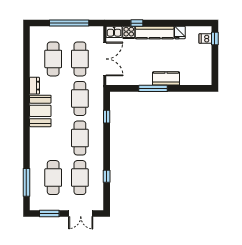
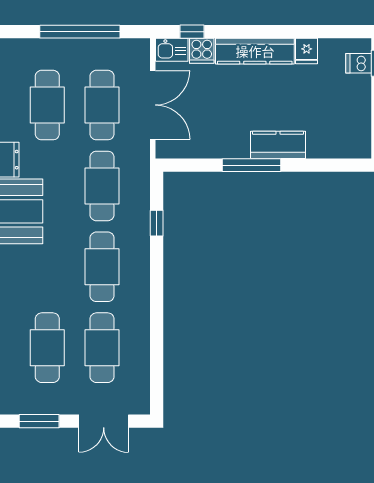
window: (137, 23) -> (192, 32), moved
window: (107, 176) -> (157, 345), removed

